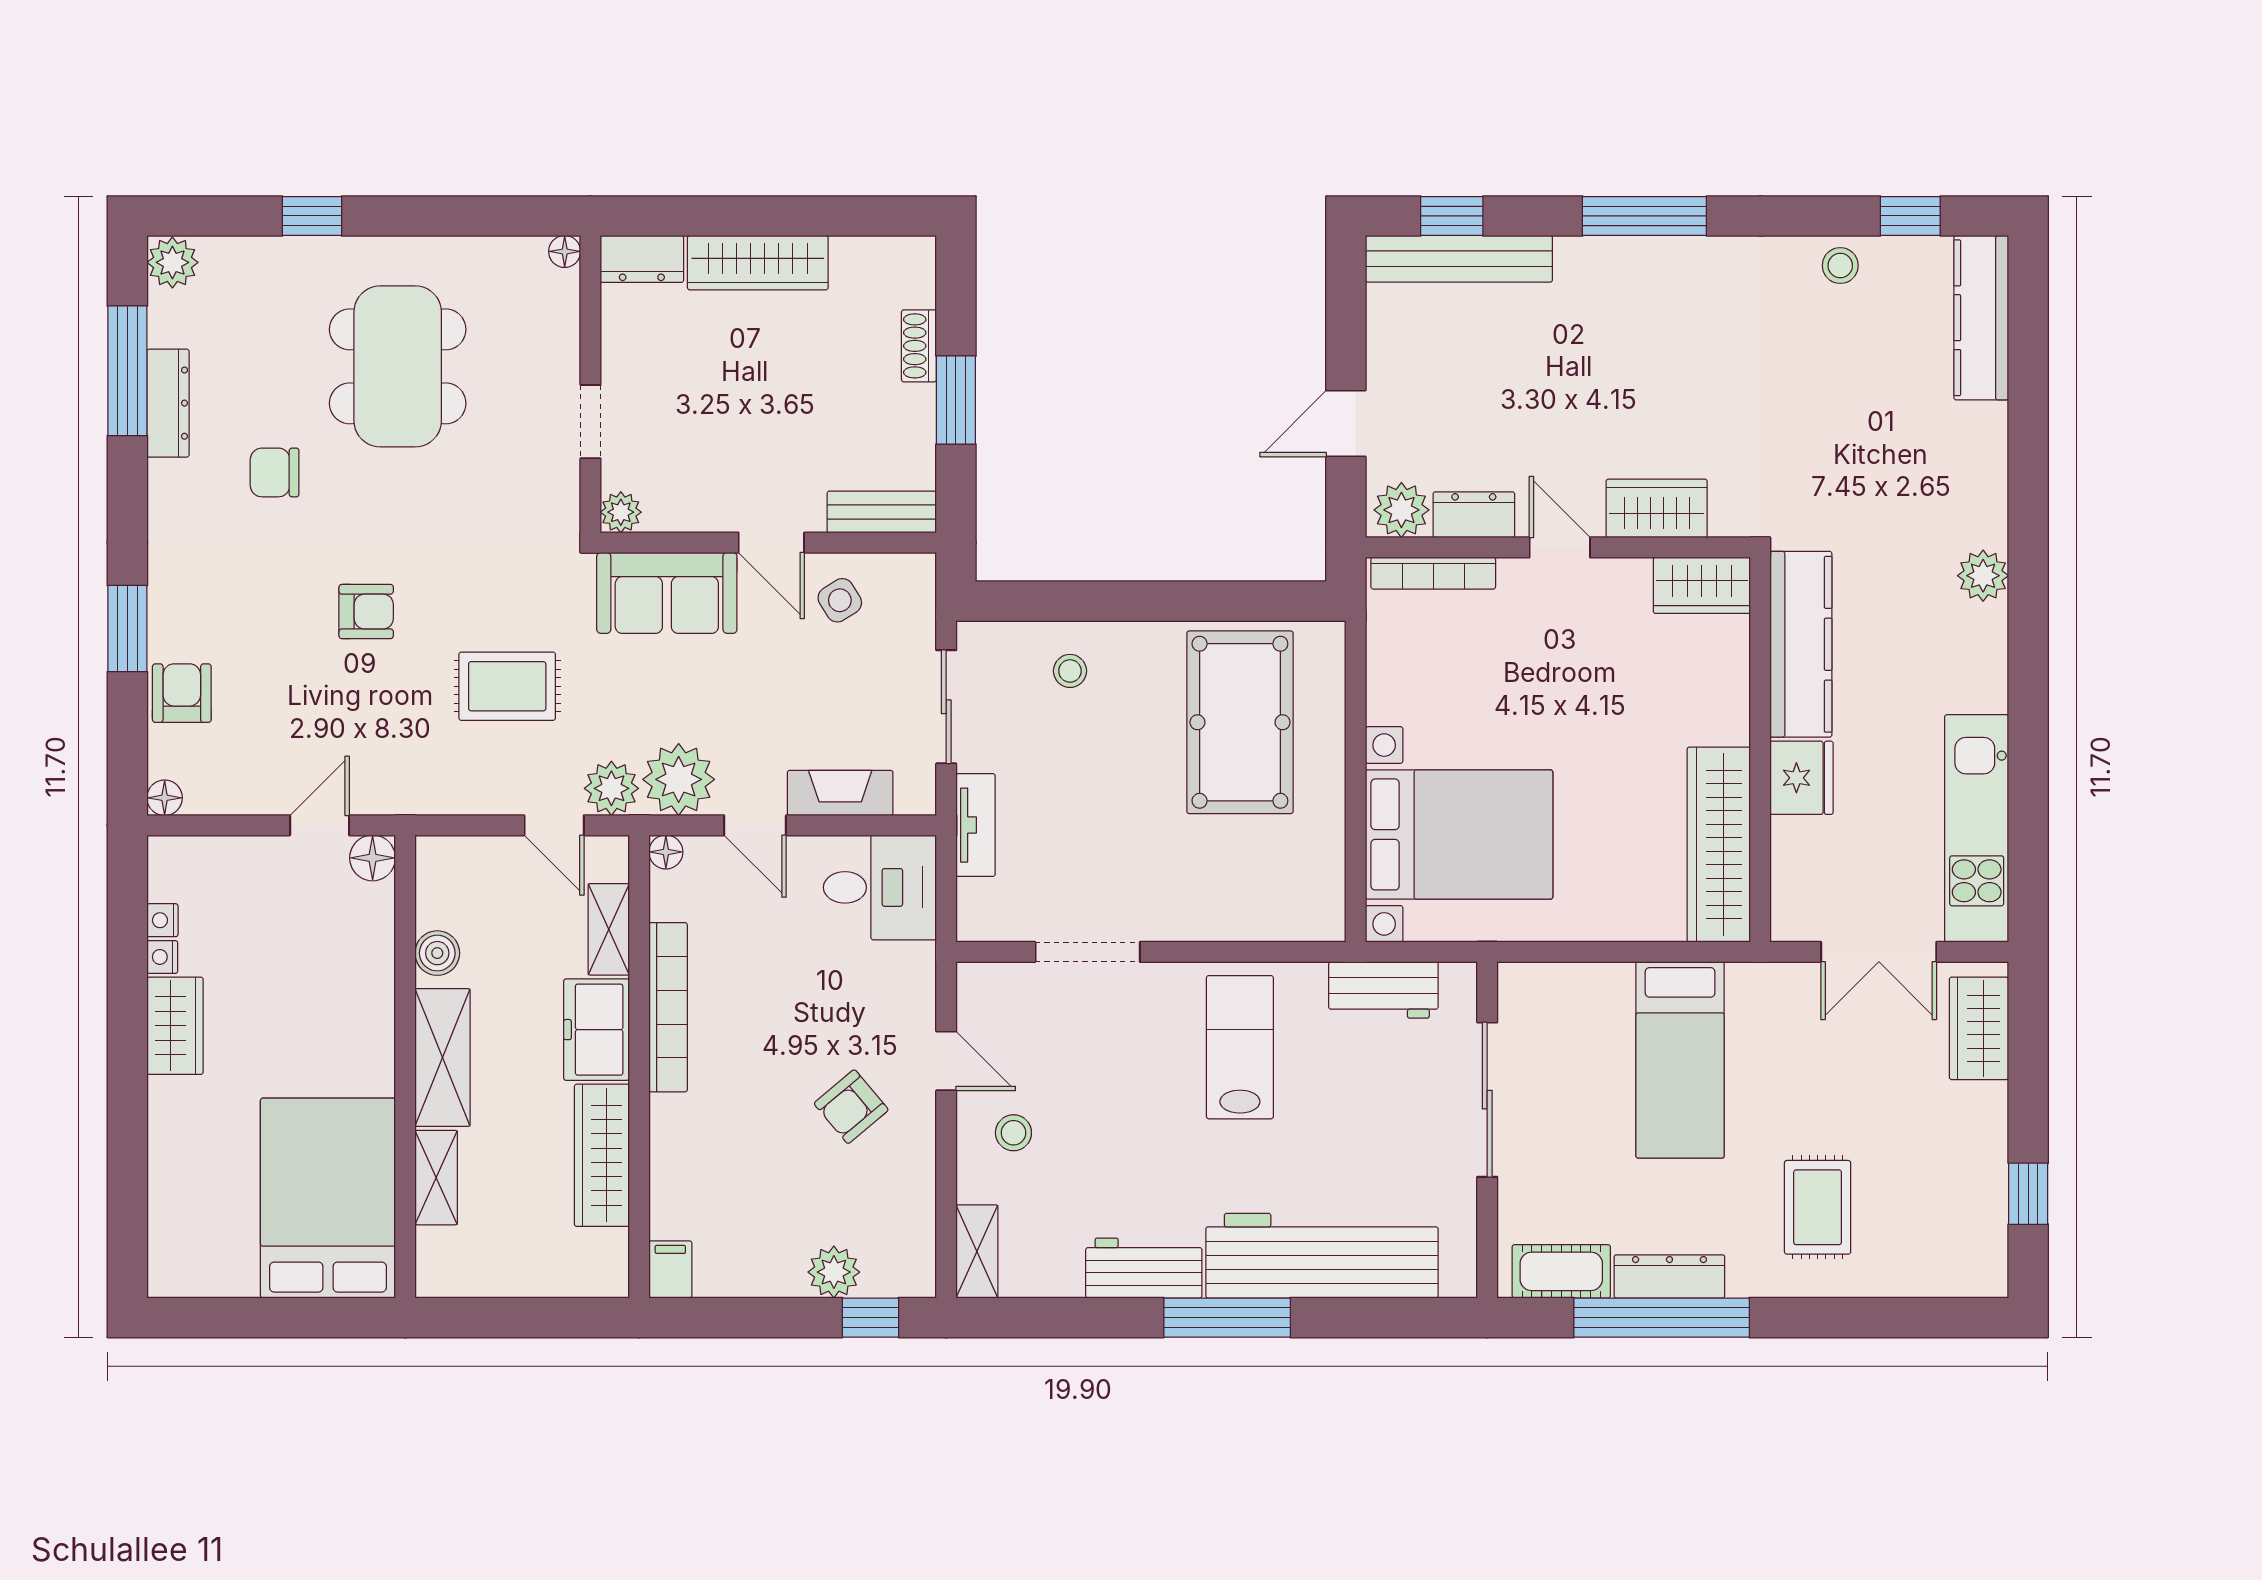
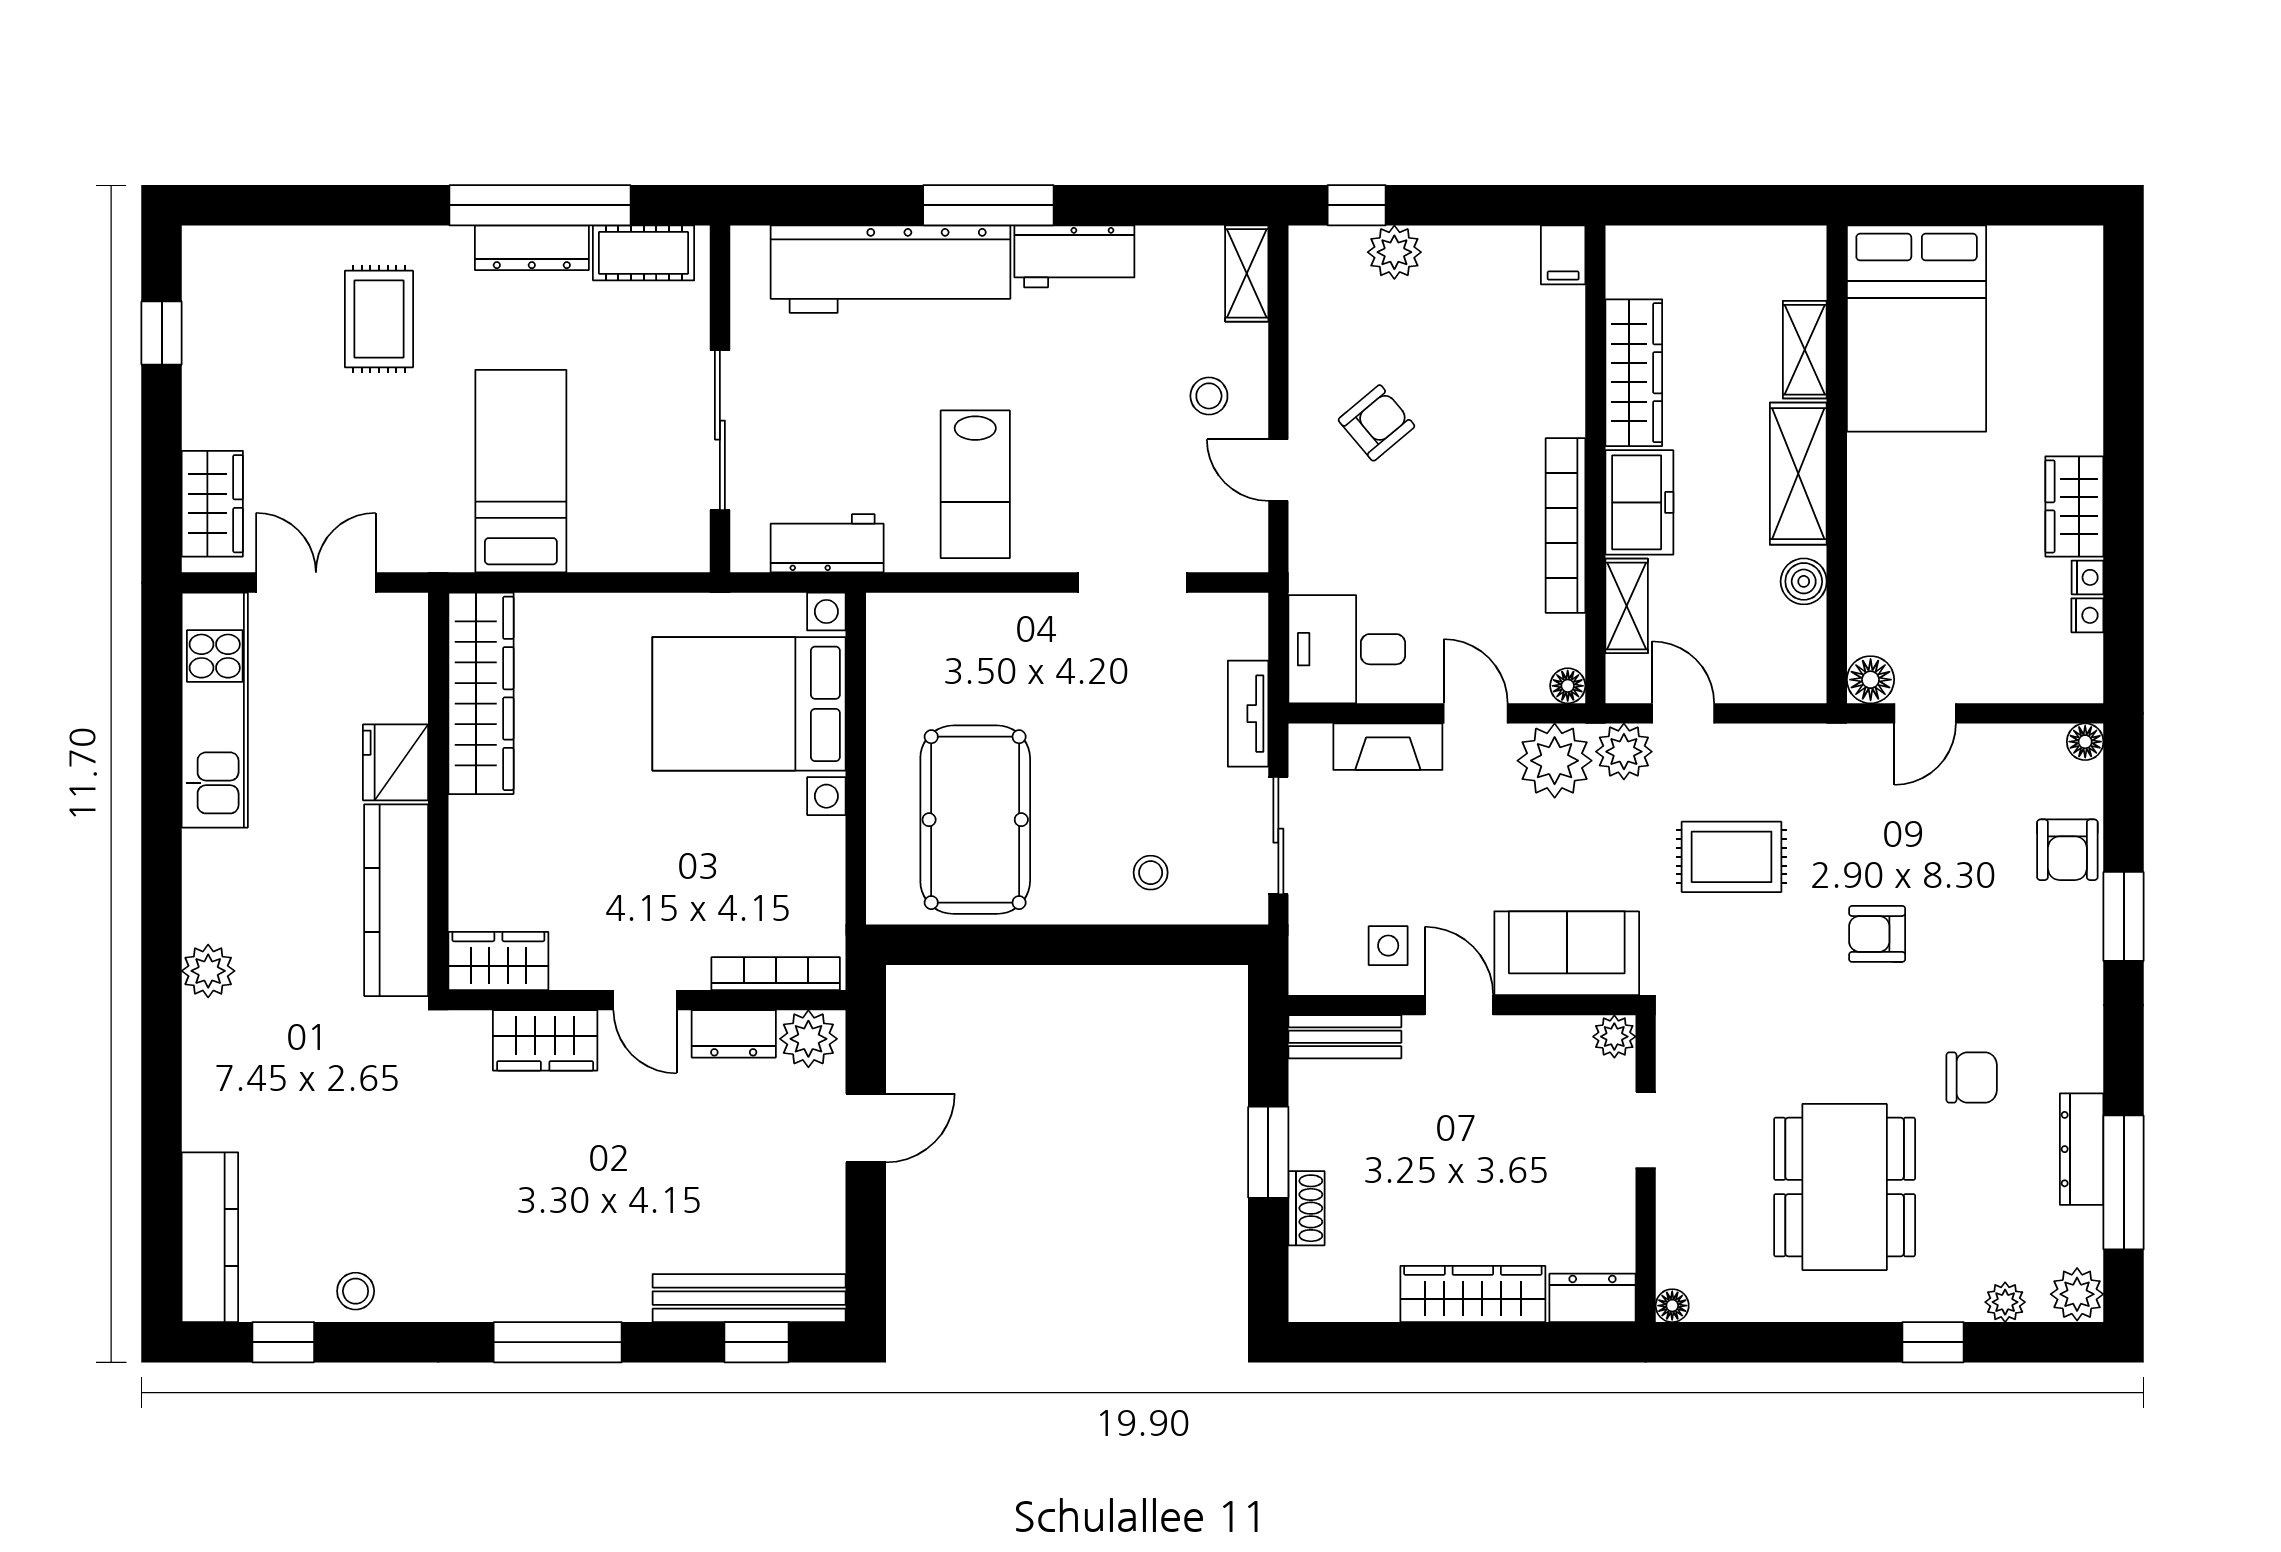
plant: (242, 255) -> (2005, 1302), added
side table: (840, 600) -> (1388, 946), turned 32

